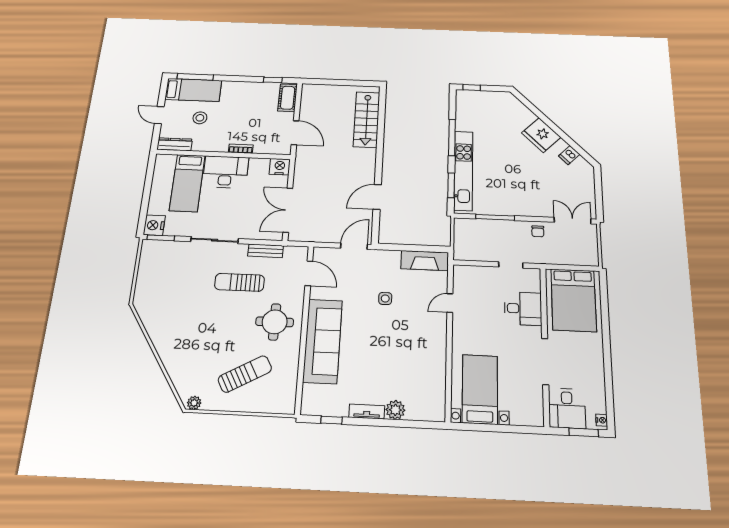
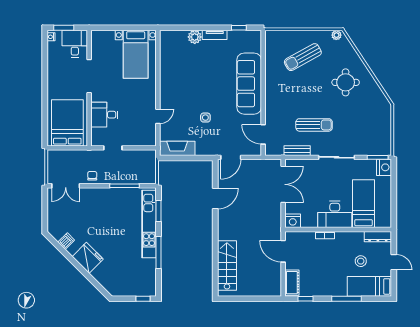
window: (195, 77) -> (346, 299), moved
round table: (275, 322) -> (346, 82), moved

